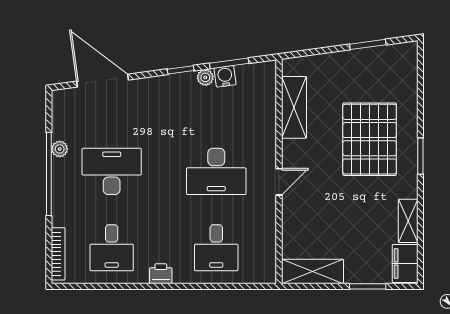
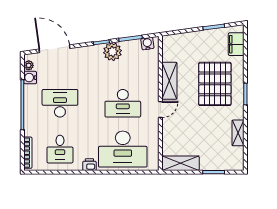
water cooler: (225, 76) -> (147, 44), moved
plant: (205, 77) -> (112, 52), width x1.88, depth x1.88
shelving: (294, 107) -> (169, 81), moved
water cooler: (62, 129) -> (30, 78), added
plant: (60, 149) -> (29, 65), moved
desk: (216, 248) -> (123, 149), width x1.87, depth x1.30
filing cabinet: (405, 263) -> (236, 44), moved

